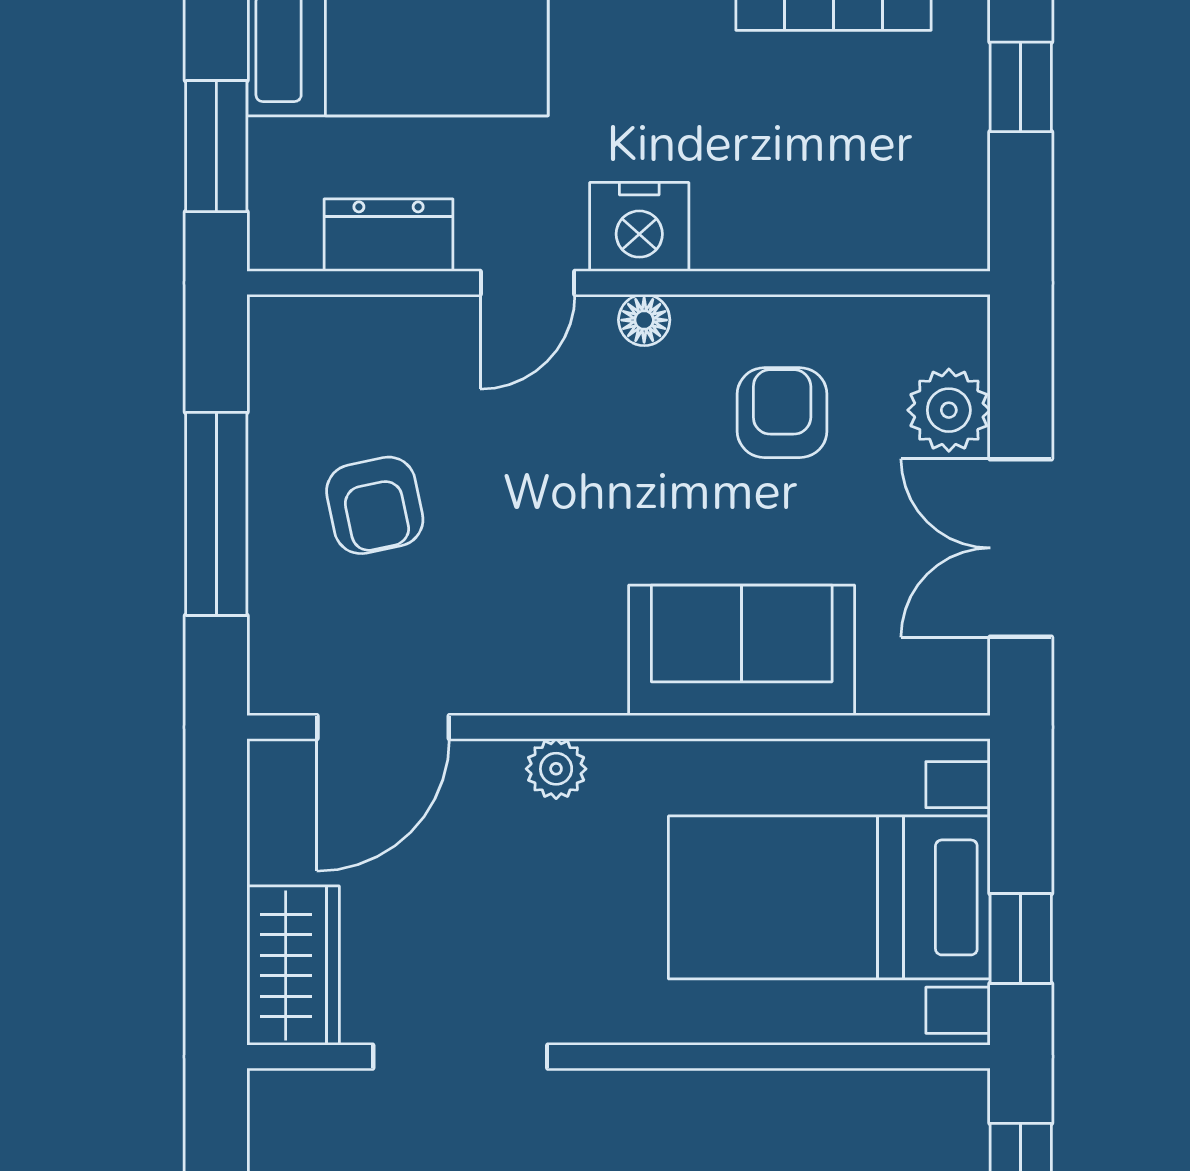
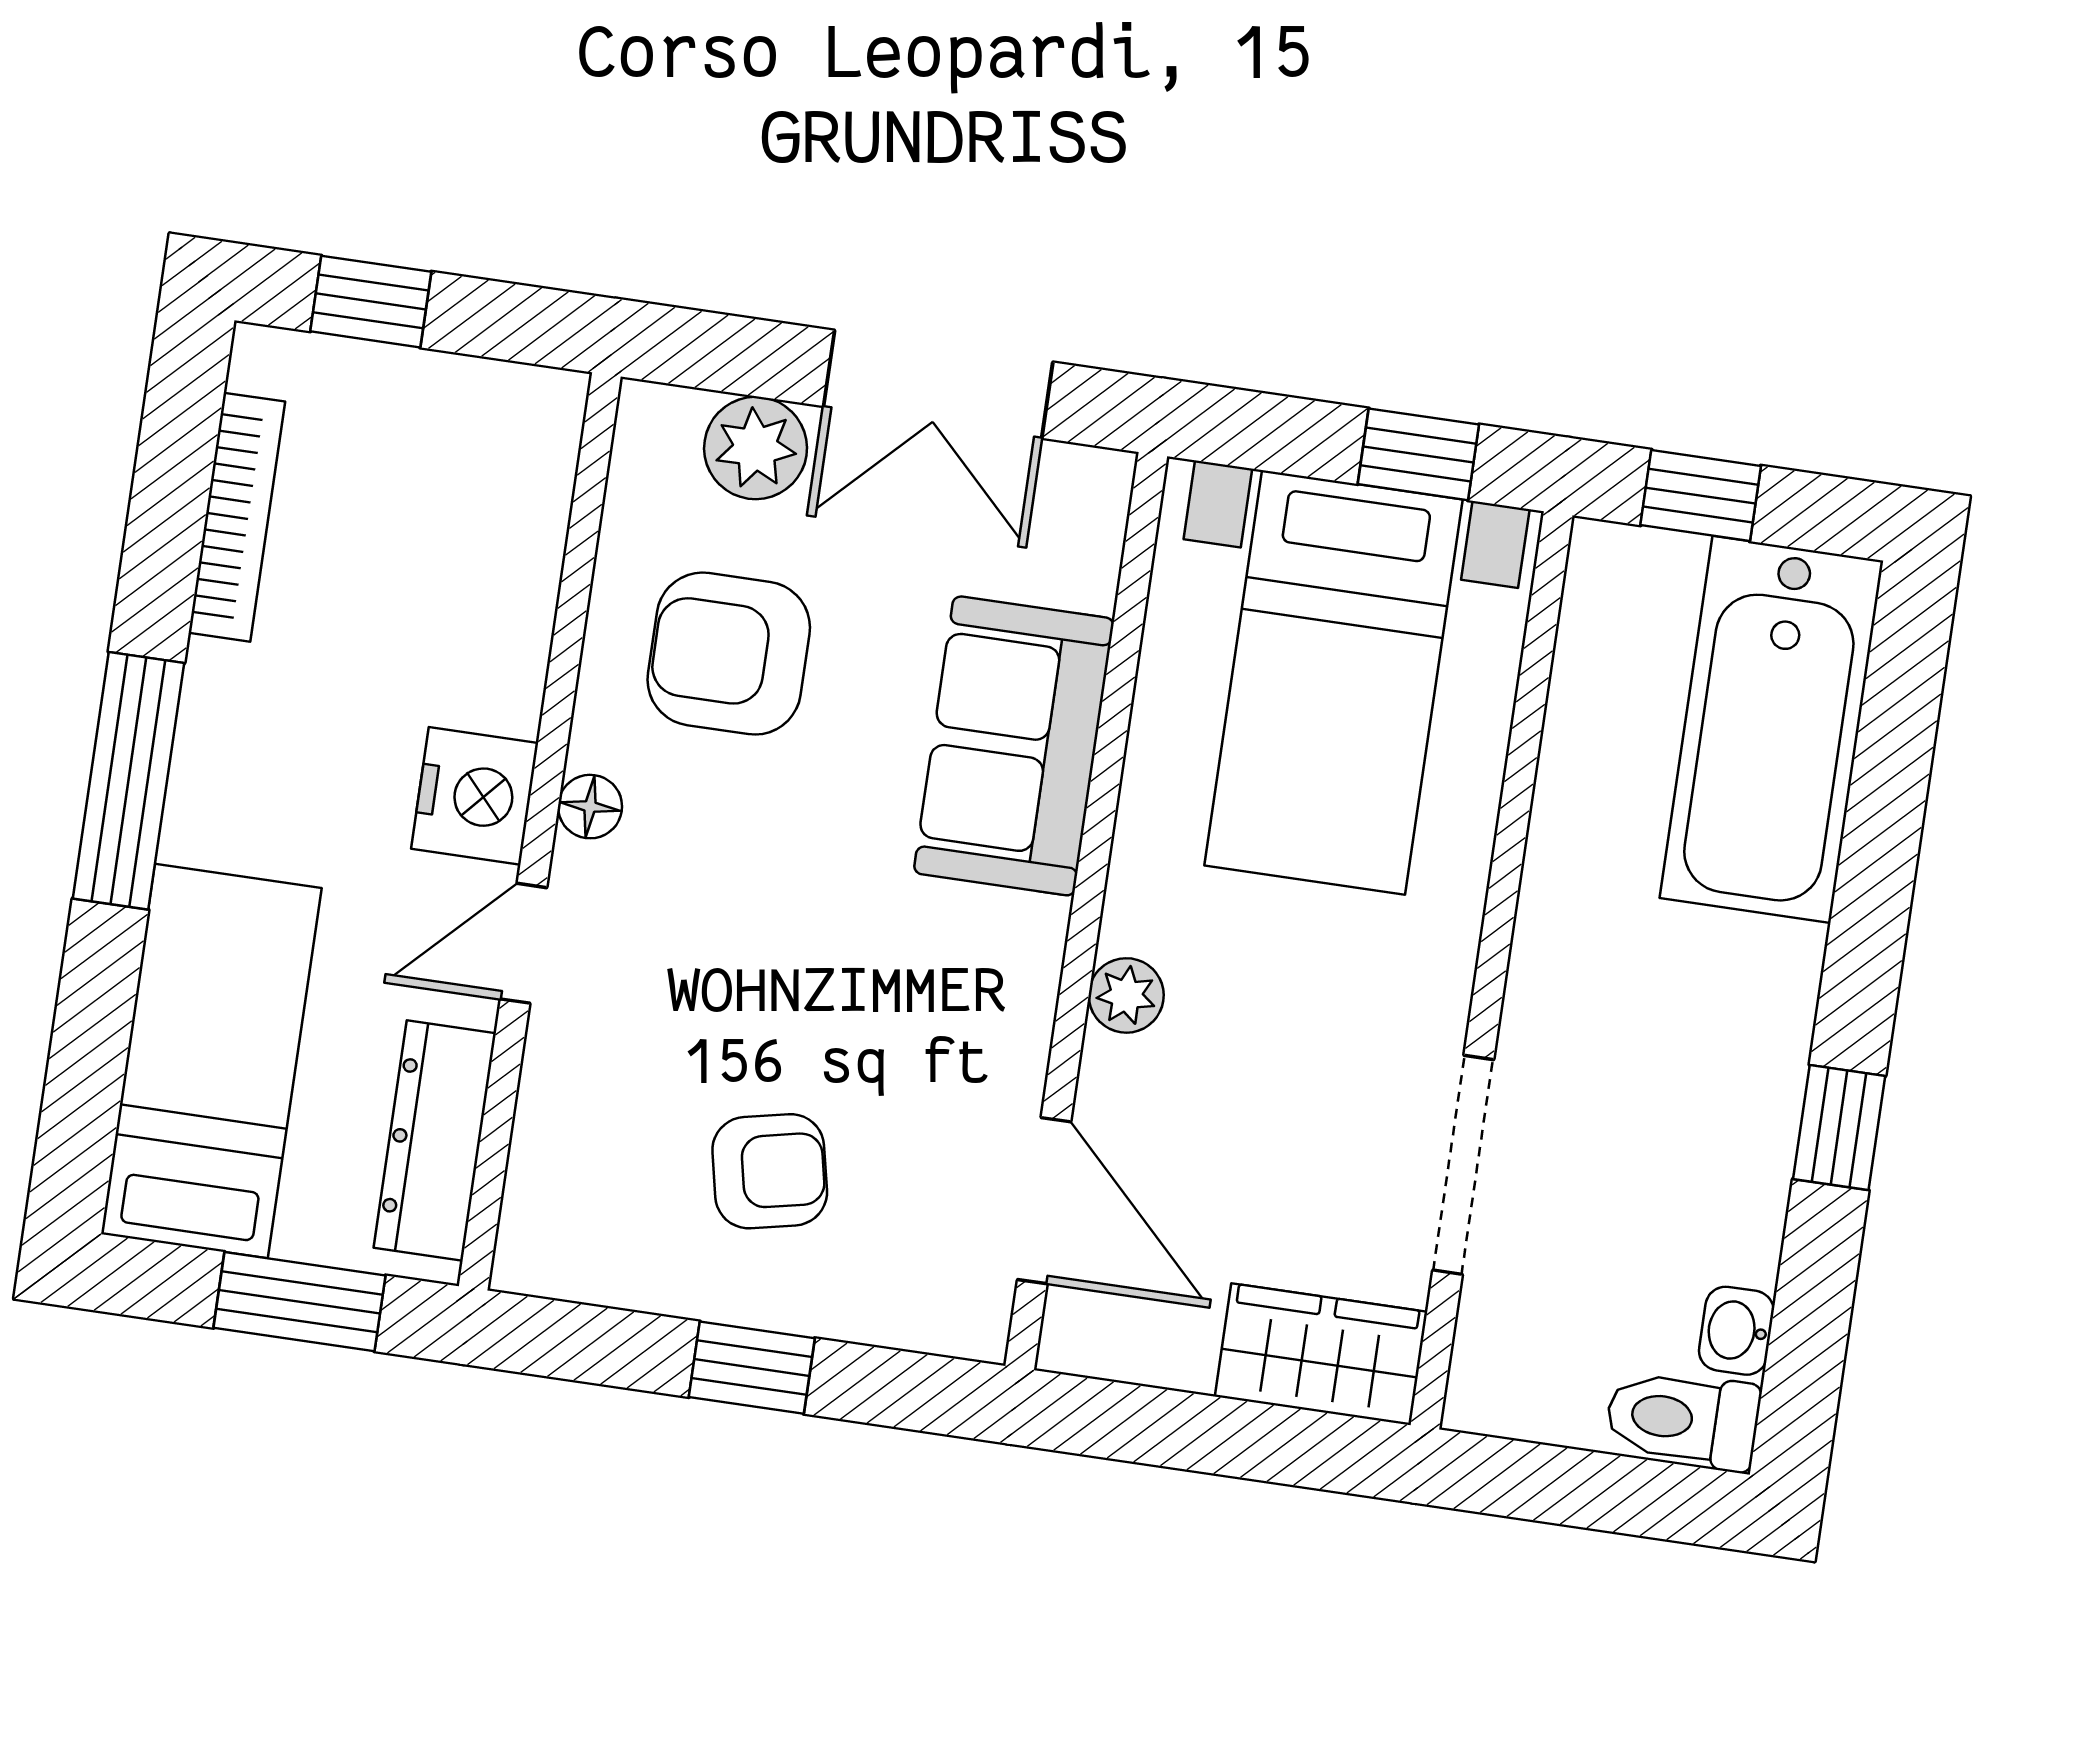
dresser: (389, 235) -> (435, 1140), width x1.44
door: (528, 283) -> (523, 943), swing flipped
armchair: (782, 413) -> (729, 654), width x1.38, depth x1.38
window: (216, 514) -> (752, 1368), width x0.46

